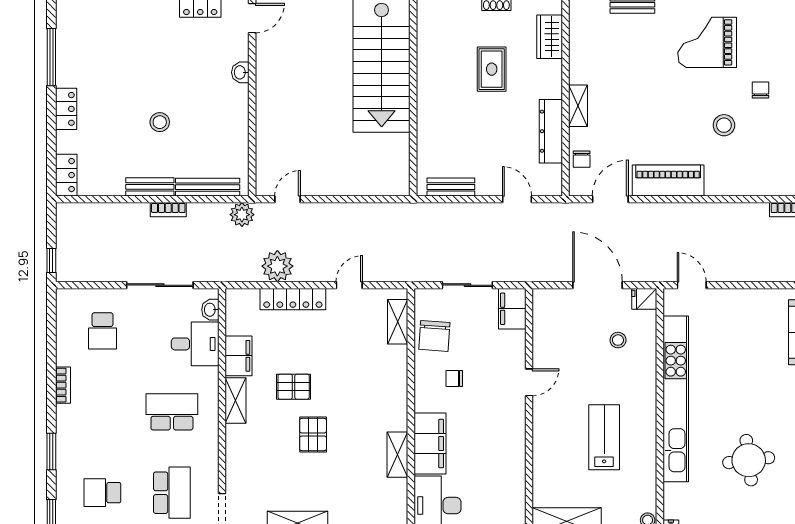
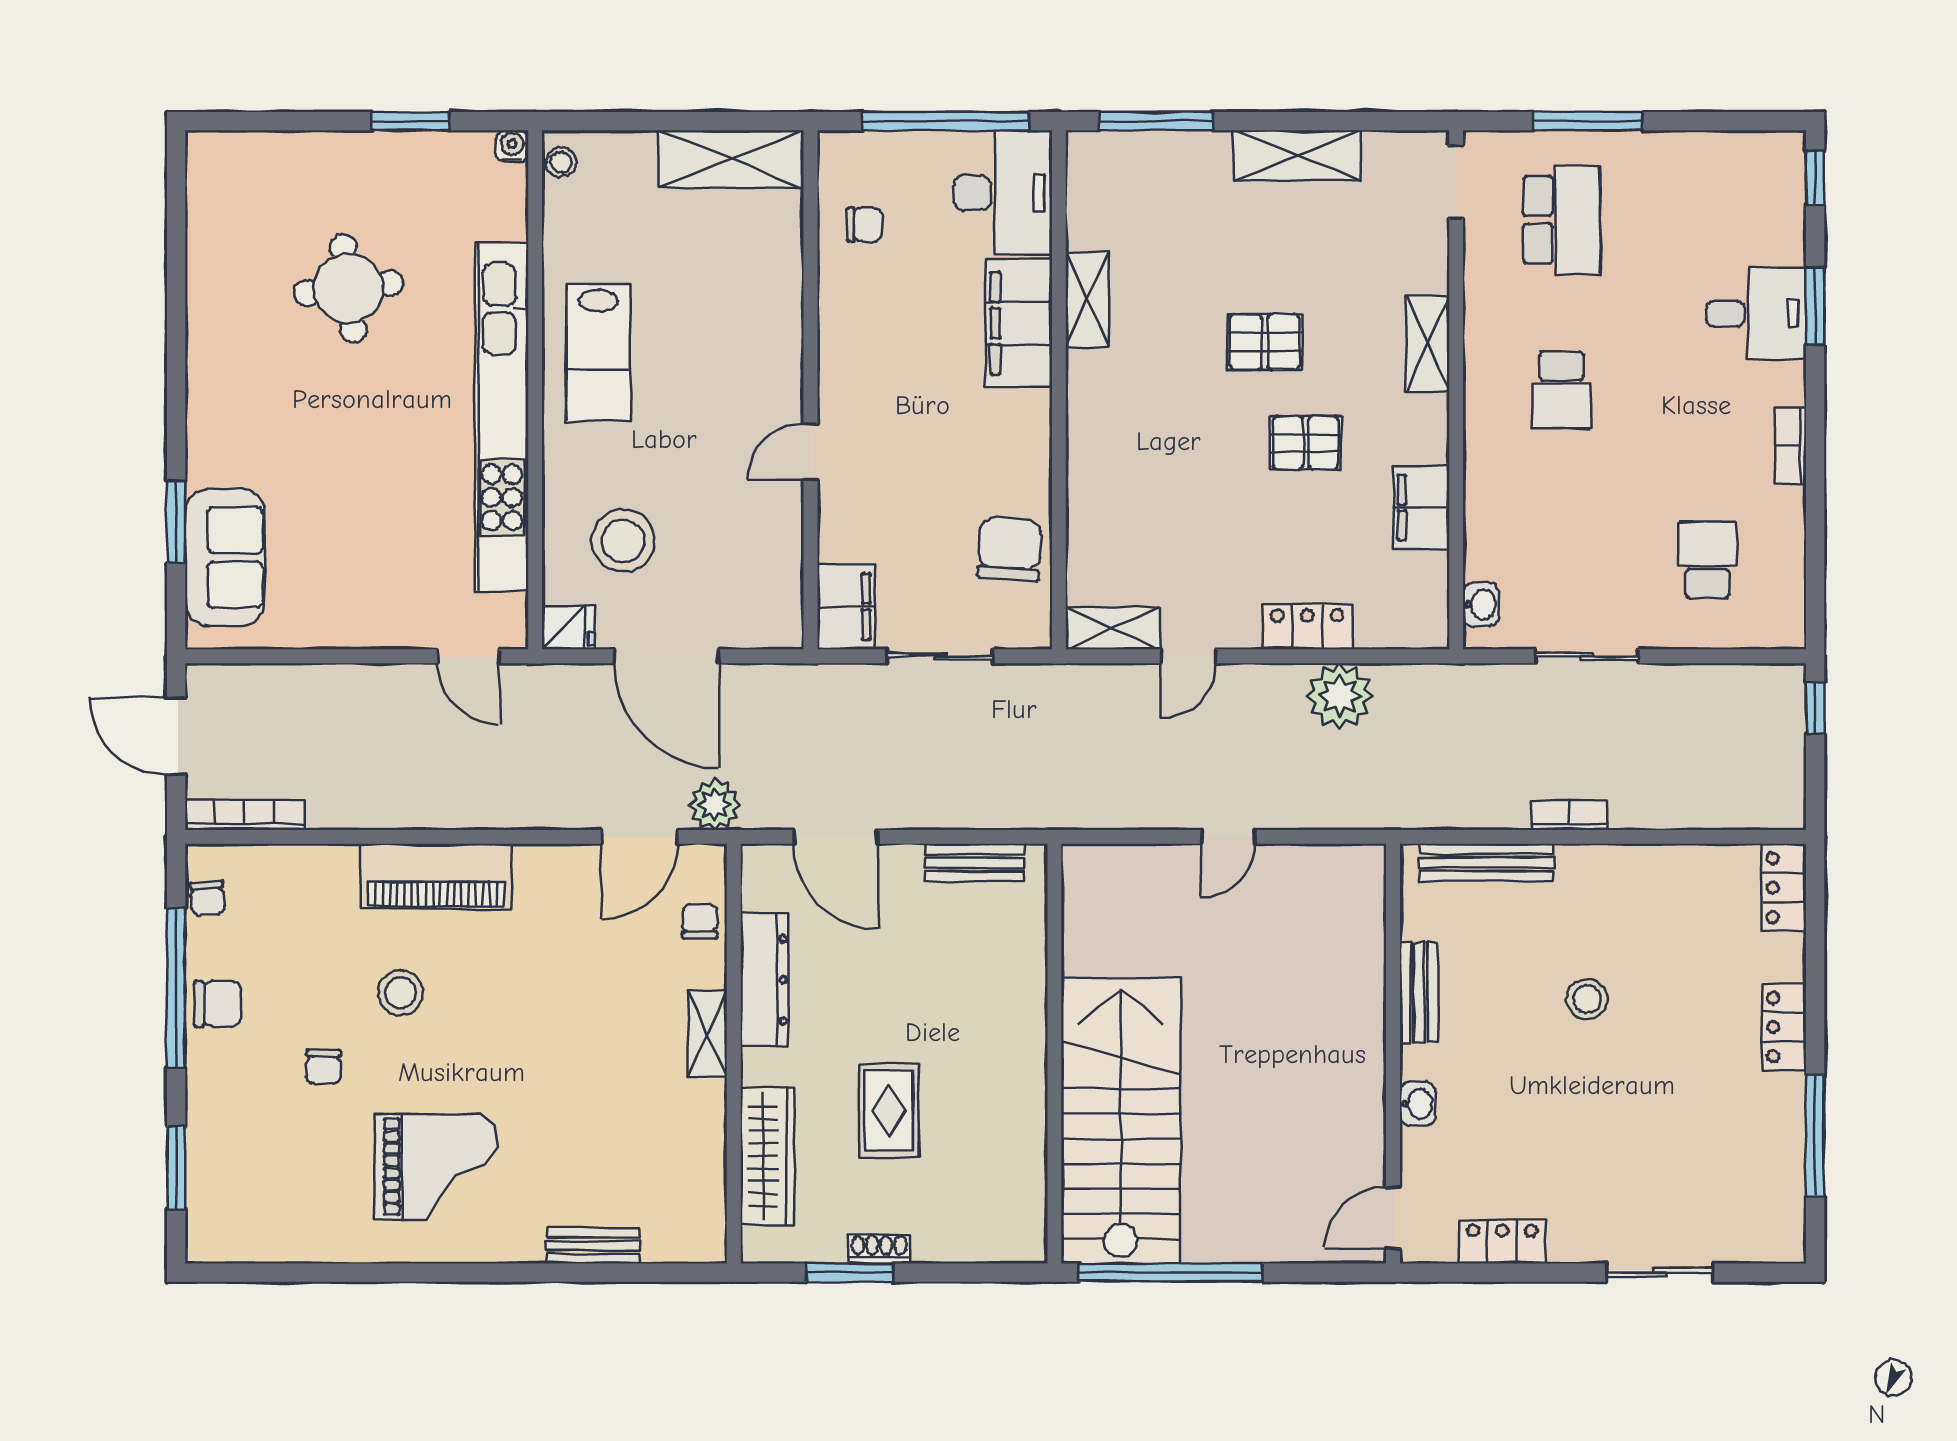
wardrobe: (550, 37) -> (767, 1156), width x1.50
piano: (668, 180) -> (436, 876), moved
bench: (150, 187) -> (1419, 992), moved, turned 90
door: (288, 199) -> (1228, 837), moved
door: (517, 199) -> (836, 837), width x1.38
plant: (242, 215) -> (715, 805), moved
sliding door: (160, 285) -> (1587, 656), width x0.73
locker: (293, 299) -> (1307, 627), width x0.66
shelving: (398, 322) -> (1113, 628), moved, turned 90
stool: (618, 340) -> (623, 541), width x1.89, depth x1.89
desk: (195, 344) -> (1756, 314), moved, turned 180
chair: (454, 378) -> (864, 224), moved
shelving: (236, 400) -> (1428, 344), moved
school desk: (172, 412) -> (1562, 390), width x0.54
pallet: (313, 435) -> (1265, 342), turned 90
lab bench: (604, 437) -> (598, 353), moved
school desk: (102, 493) -> (1708, 220), removed
school desk: (172, 493) -> (1562, 220), turned 180

